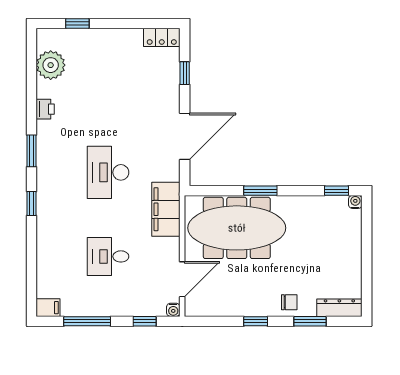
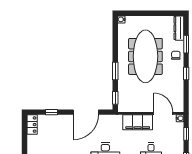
door: (185, 136) -> (86, 112), swing flipped
window: (336, 191) -> (115, 98), moved
filing cabinet: (166, 209) -> (138, 122), moved
meeting table: (237, 228) -> (145, 56), moved

